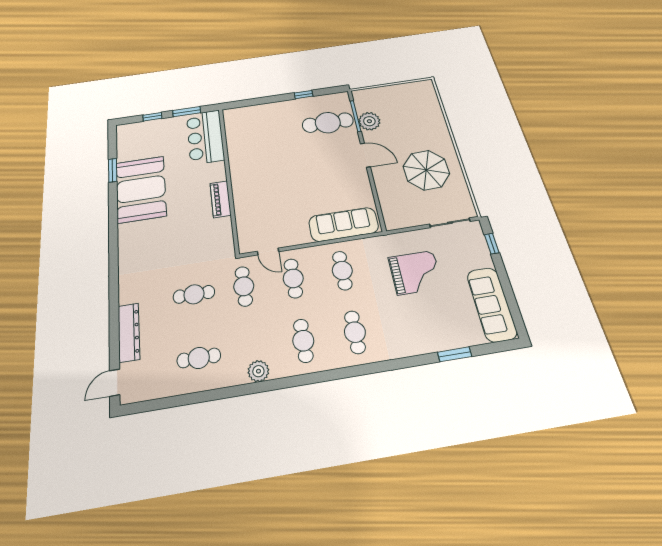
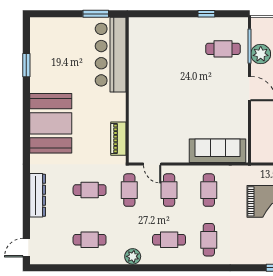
window: (152, 117) -> (64, 14), removed
cafe table: (328, 123) -> (223, 49), width x0.73, depth x0.74
bar counter: (205, 137) -> (111, 55), width x1.36
booth: (141, 189) -> (51, 123), moved
piano: (220, 199) -> (118, 139), moved
dresser: (129, 332) -> (38, 195), moved
cafe table: (303, 341) -> (169, 240), turned 90

